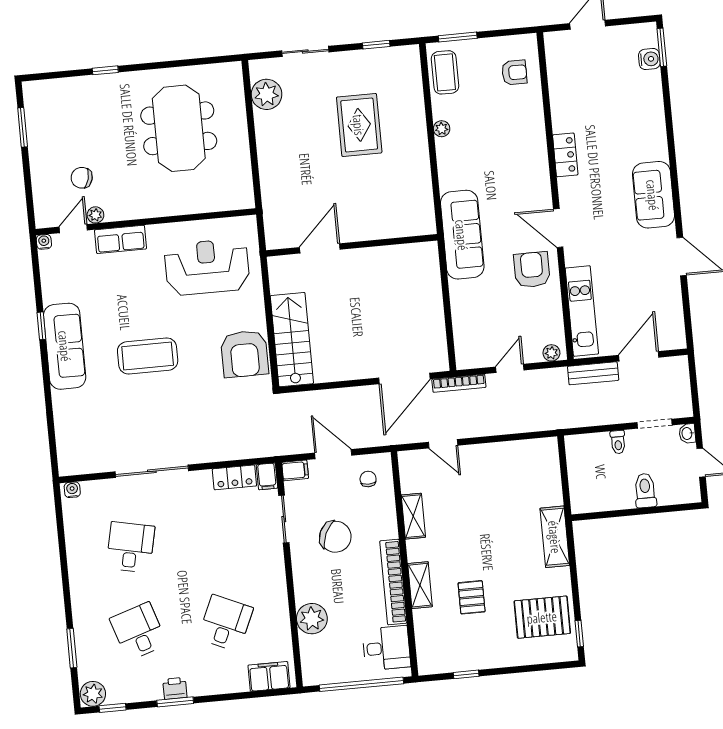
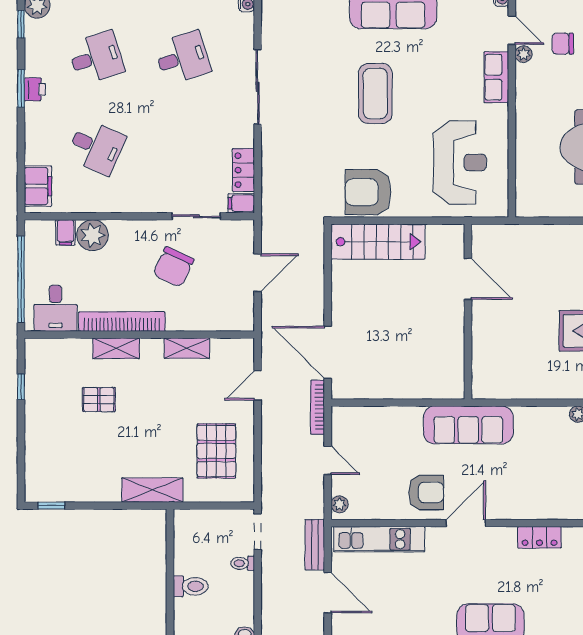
chair: (82, 178) -> (563, 44), turned -105
doorway: (655, 424) -> (258, 532), moved
filing cabinet: (295, 470) -> (65, 232), moved
chair: (368, 479) -> (229, 306), removed
desk: (130, 547) -> (182, 58), turned -30
pallet: (542, 617) -> (216, 451), moved

